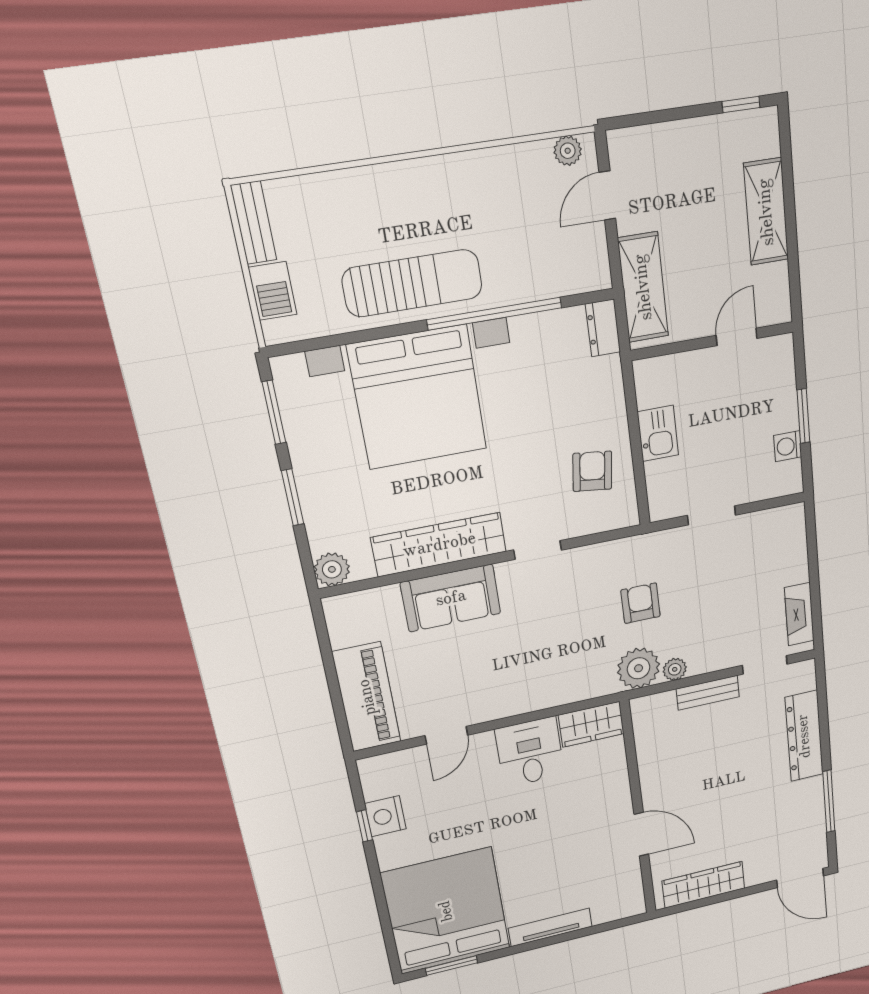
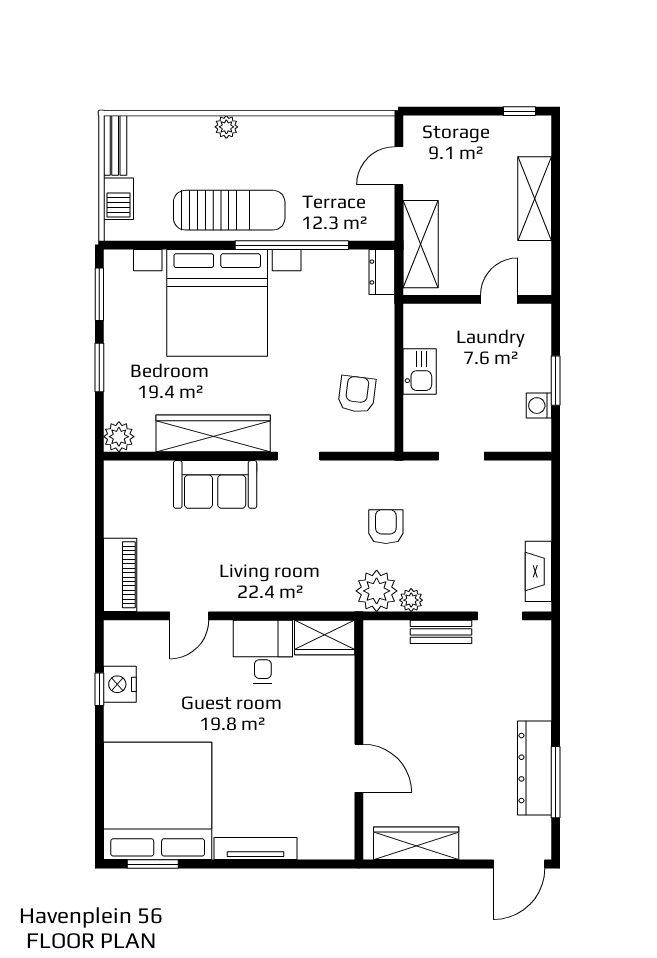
plant: (568, 151) -> (226, 127), moved
piano: (367, 697) -> (120, 575), width x0.73, depth x0.75
dresser: (804, 736) -> (535, 768), moved
door: (800, 878) -> (519, 864), hinge flipped

